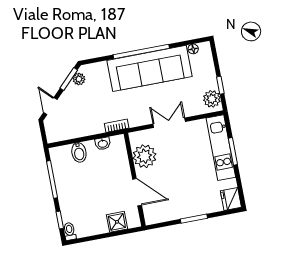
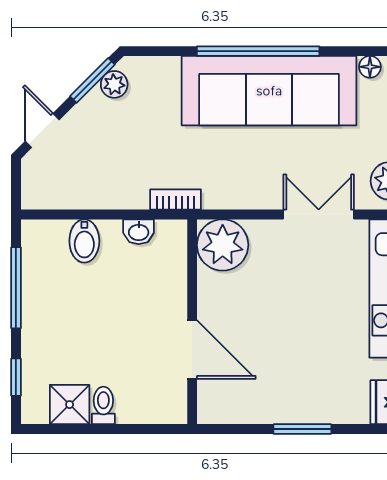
double door: (169, 123) -> (319, 214), moved
plant: (145, 156) -> (223, 245), moved
shower: (117, 222) -> (70, 405), moved
toilet: (70, 231) -> (103, 405), moved

